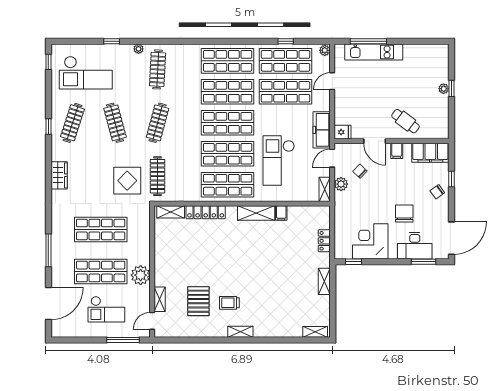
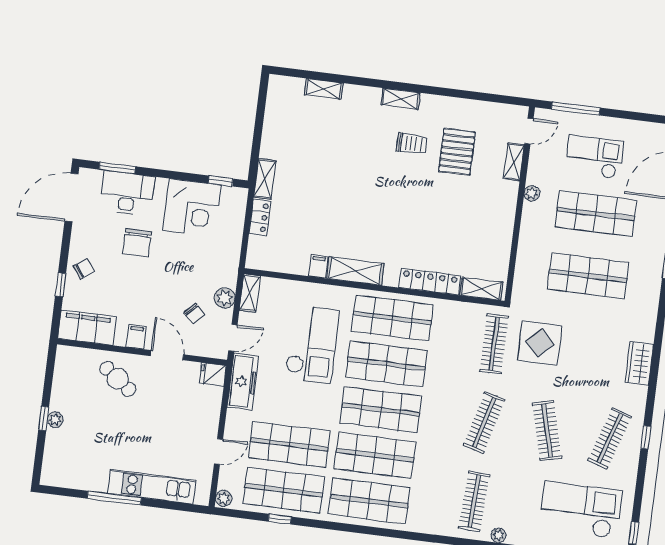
window: (368, 41) -> (114, 498), moved
plant: (141, 275) -> (532, 193), width x0.53, depth x0.53
shelving: (324, 281) -> (265, 179), moved
shelving: (315, 332) -> (324, 89), moved

